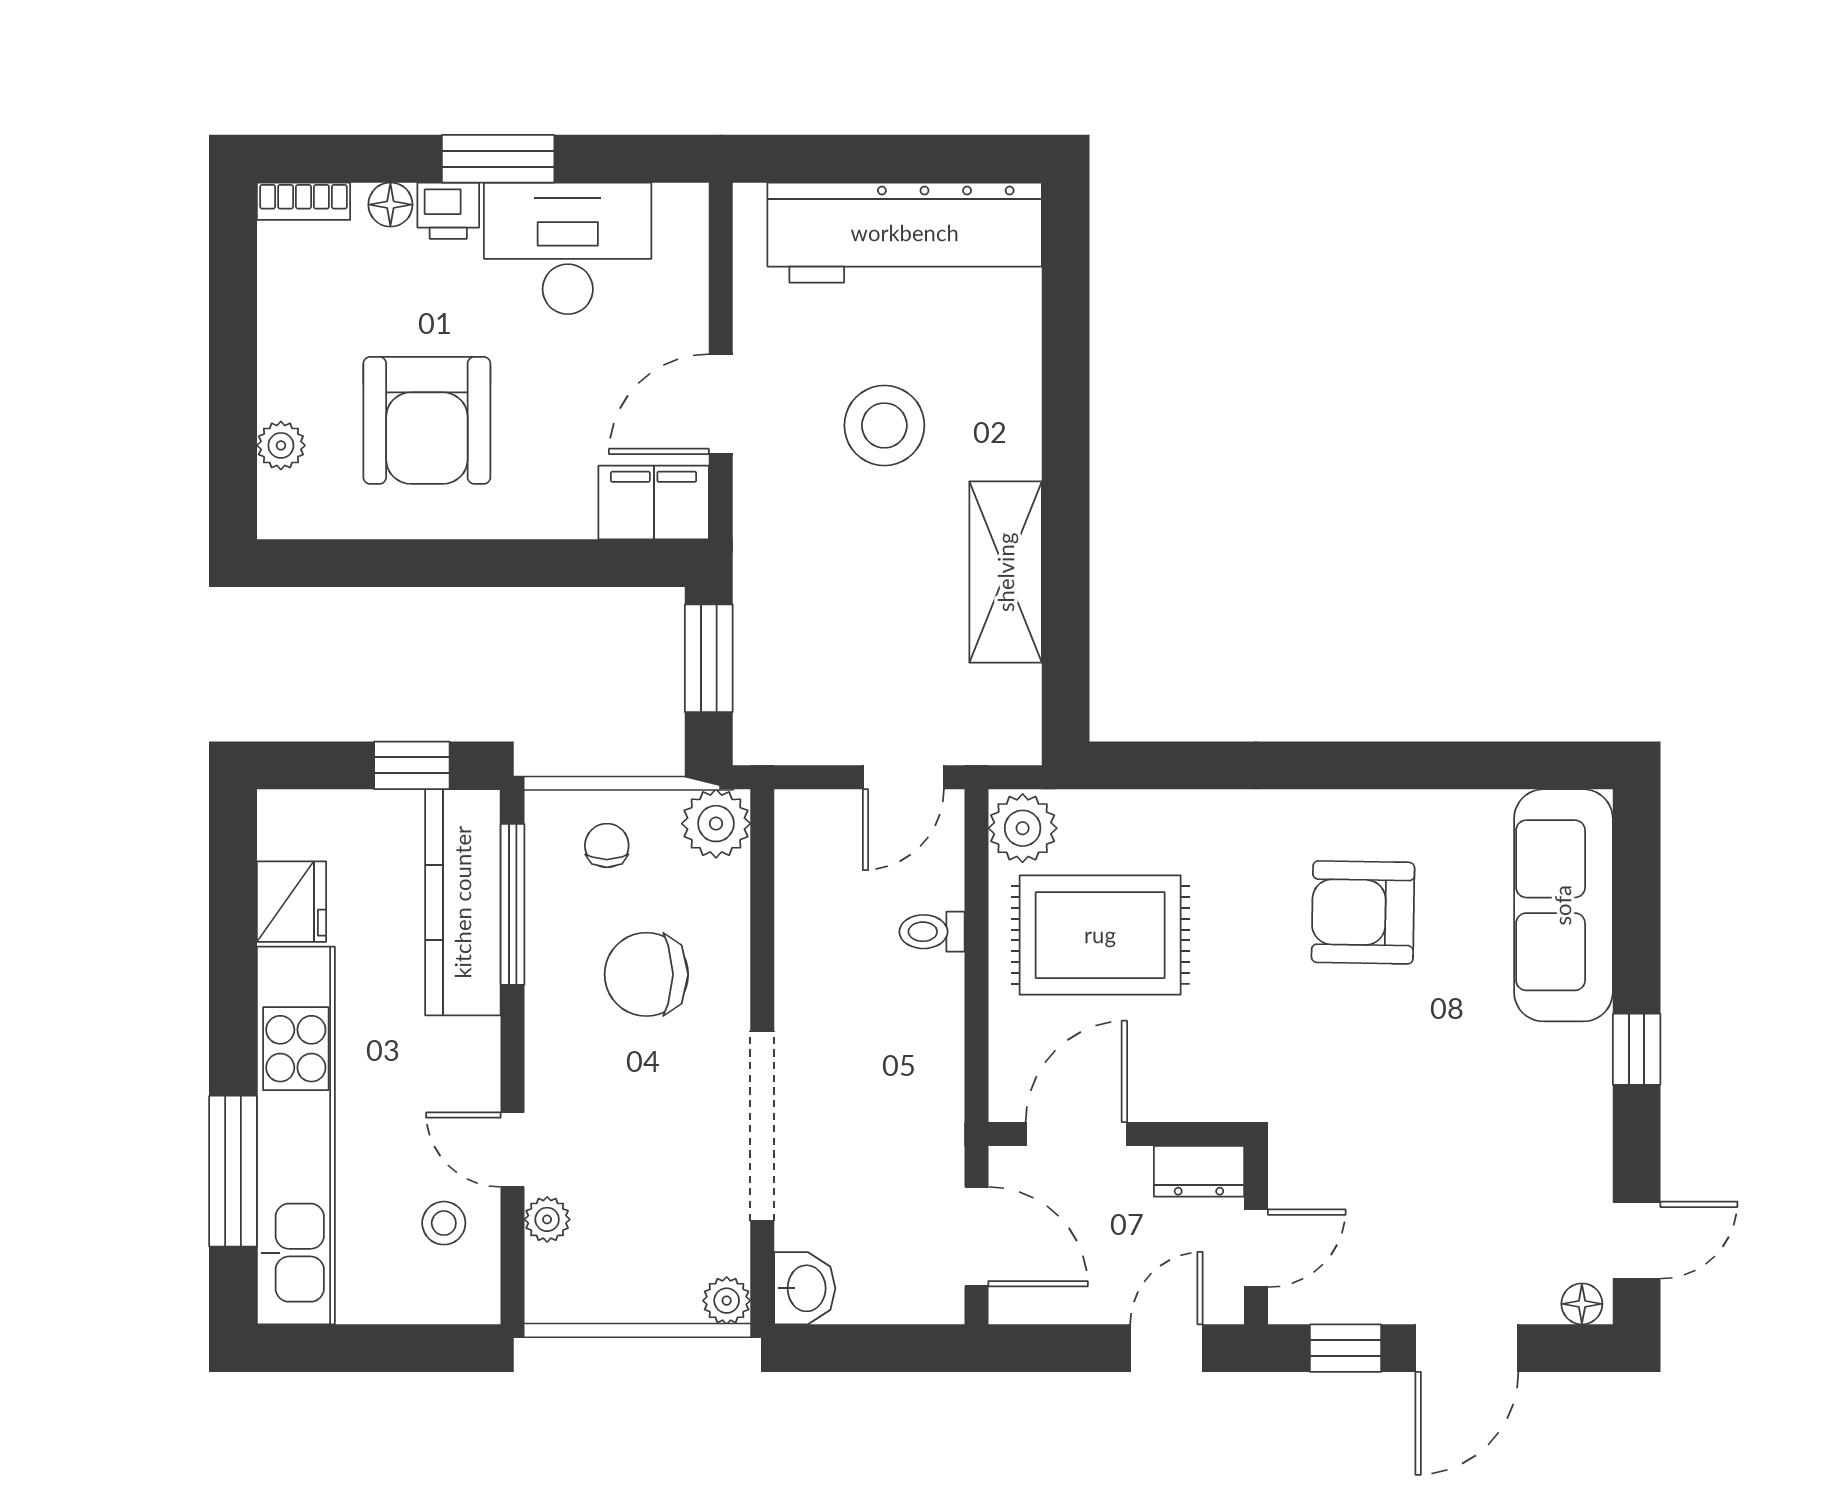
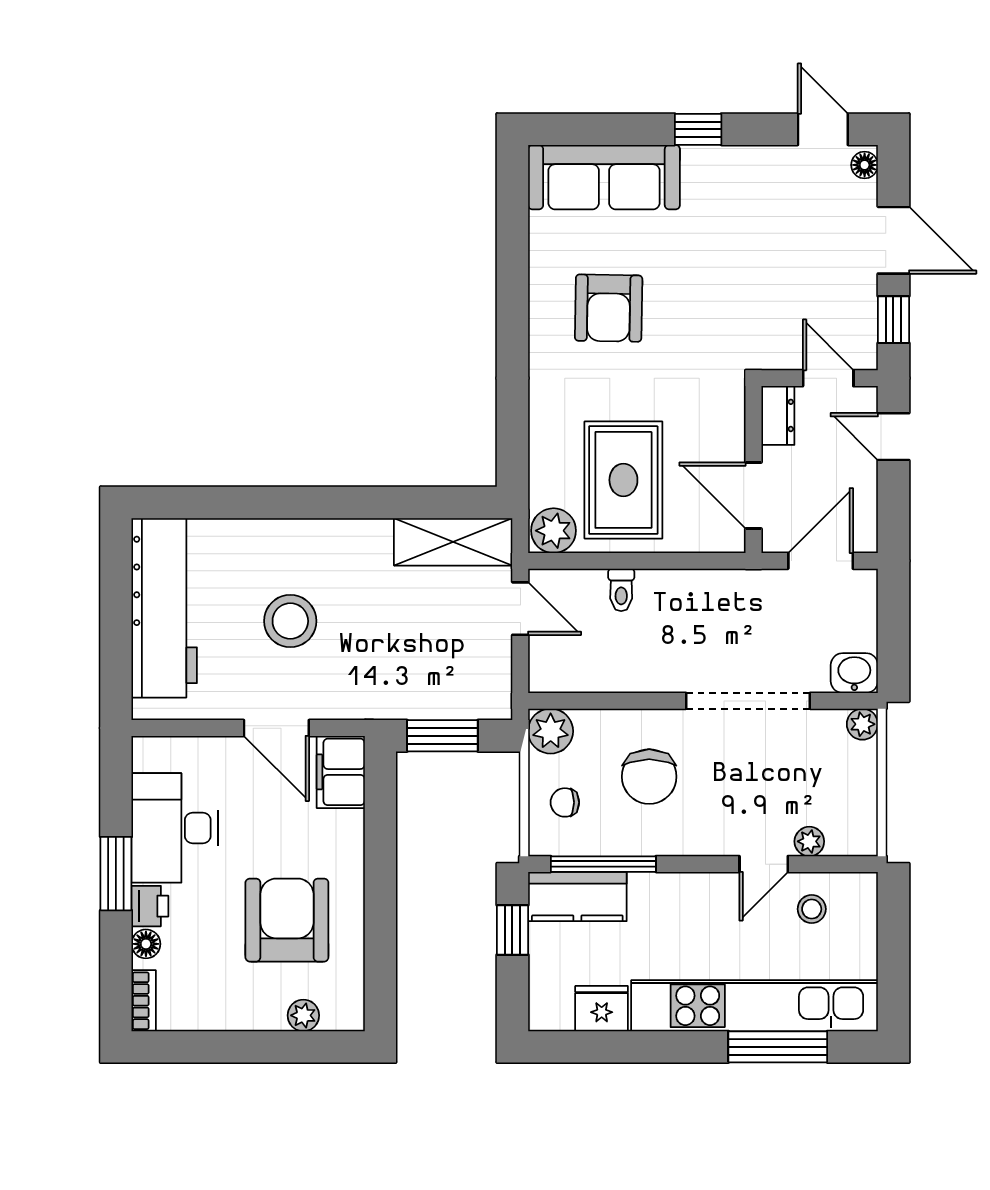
armchair: (427, 420) -> (287, 920), turned -90
shelving: (1006, 572) -> (453, 542), moved
kitchen counter: (463, 902) -> (577, 897), width x0.67

